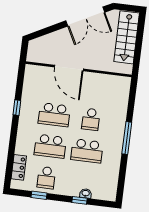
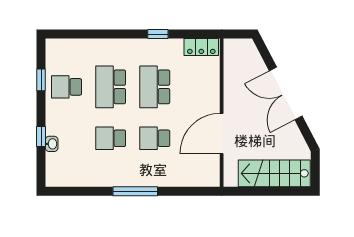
double door: (85, 17) -> (286, 93), moved
door: (69, 68) -> (222, 134), moved
school desk: (87, 151) -> (111, 138), width x0.54
locker: (19, 167) -> (201, 47), moved

